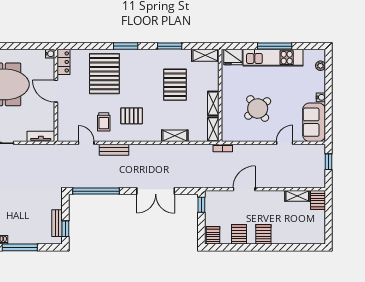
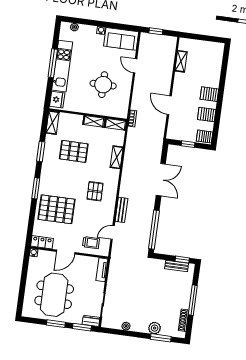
round table: (258, 108) -> (103, 85), turned 38
trolley: (104, 122) -> (91, 243), moved
server rack: (318, 200) -> (187, 44), removed
window: (201, 205) -> (188, 144), moved

